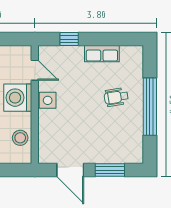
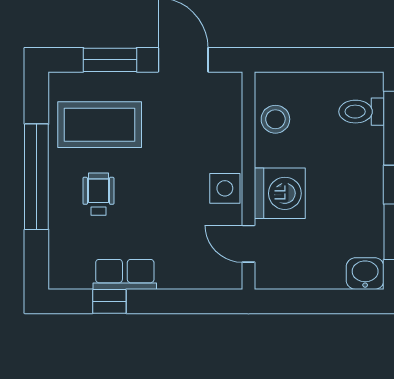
window: (69, 39) -> (109, 301), moved
wheelchair: (116, 97) -> (98, 194), turned -81
coffee table: (116, 135) -> (100, 125), added

